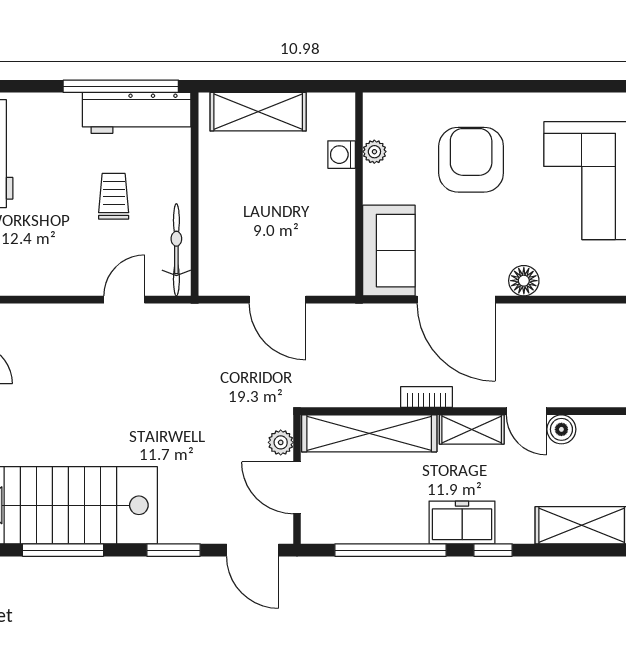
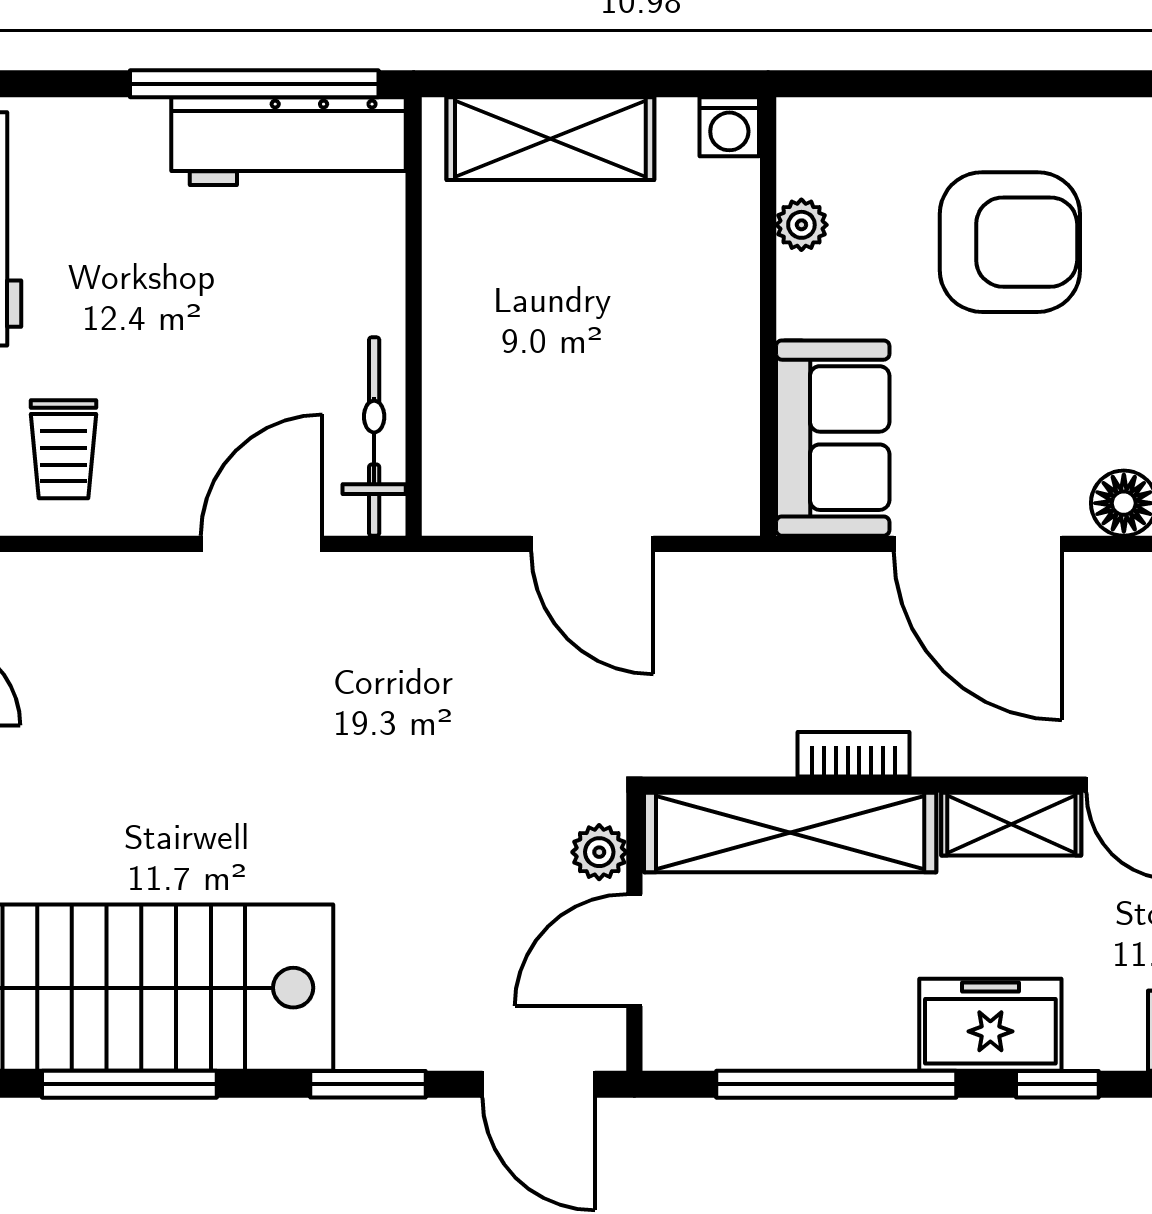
washing machine: (342, 155) -> (729, 127), moved, turned -90
armchair: (471, 160) -> (1010, 242), turned 90
trolley: (114, 196) -> (63, 449), moved, turned 180
door: (124, 300) -> (262, 544), width x1.38
bookcase: (426, 397) -> (853, 754), moved
door: (297, 488) -> (634, 950), hinge flipped

